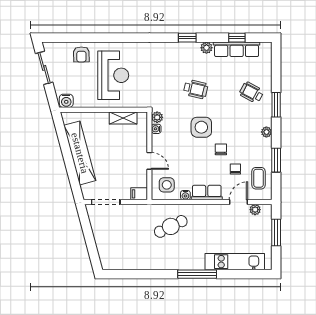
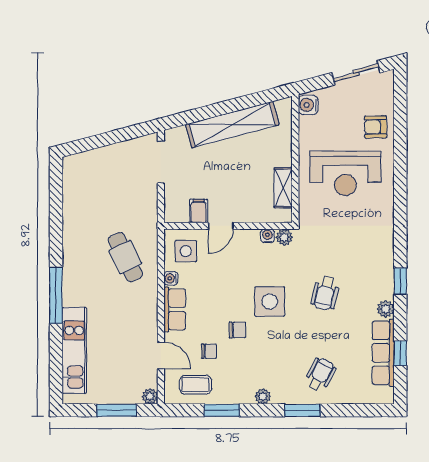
filing cabinet: (139, 194) -> (199, 211), moved
plant: (255, 210) -> (150, 396), moved

